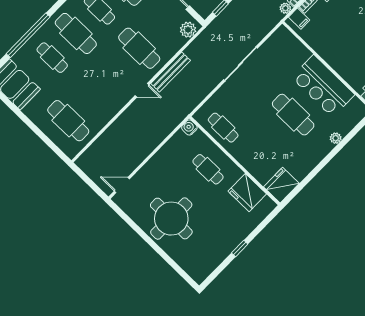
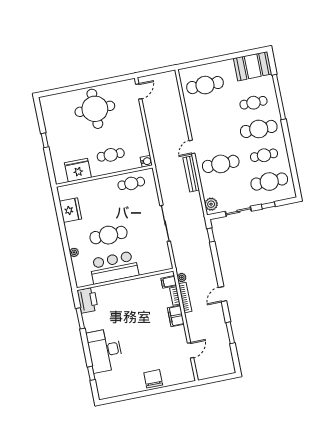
fridge: (281, 185) -> (70, 210), moved

